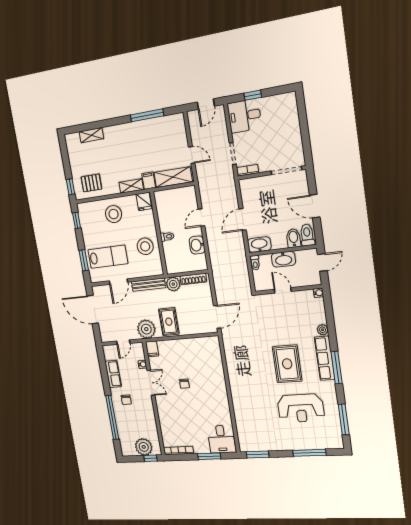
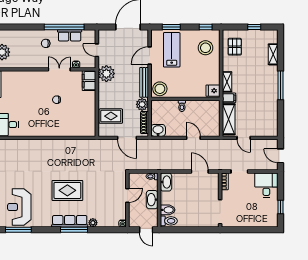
window: (253, 95) -> (280, 207), moved
window: (147, 115) -> (280, 85), moved
door: (192, 155) -> (244, 138), hinge flipped
window: (71, 187) -> (254, 27), moved
door: (315, 206) -> (190, 230), removed
stool: (114, 214) -> (205, 48), moved
door: (243, 219) -> (200, 171), moved
washbasin: (197, 245) -> (158, 130), moved
stool: (145, 246) -> (160, 89), moved
lab bench: (108, 257) -> (172, 50), turned 180
door: (118, 282) -> (150, 56), hinge flipped
door: (217, 317) -> (127, 138), moved
rug: (169, 322) -> (111, 116), moved
filing cabinet: (152, 349) -> (89, 81), width x2.00
window: (337, 368) -> (74, 230), moved
double door: (151, 383) -> (59, 69), swing flipped
reception desk: (301, 408) -> (19, 207), moved
window: (112, 417) -> (64, 27), moved

